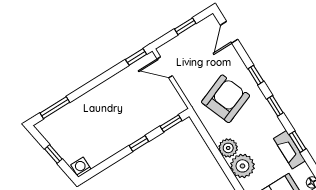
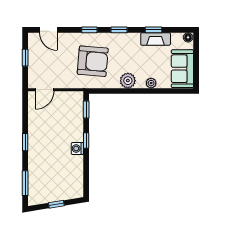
window: (136, 57) -> (25, 142), moved
armchair: (226, 99) -> (93, 61), turned 116
plant: (242, 166) -> (151, 83), width x0.53, depth x0.53
washing machine: (81, 167) -> (77, 149), moved

